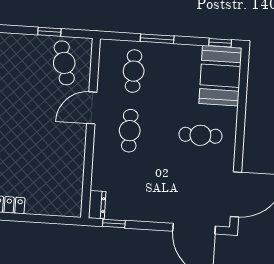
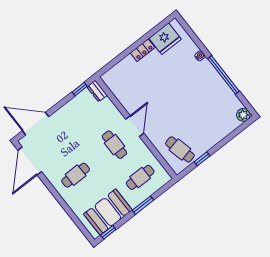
cafe table: (134, 71) -> (140, 177), turned 90
booth: (220, 76) -> (108, 212), moved, turned 90
door: (92, 108) -> (135, 126), moved

